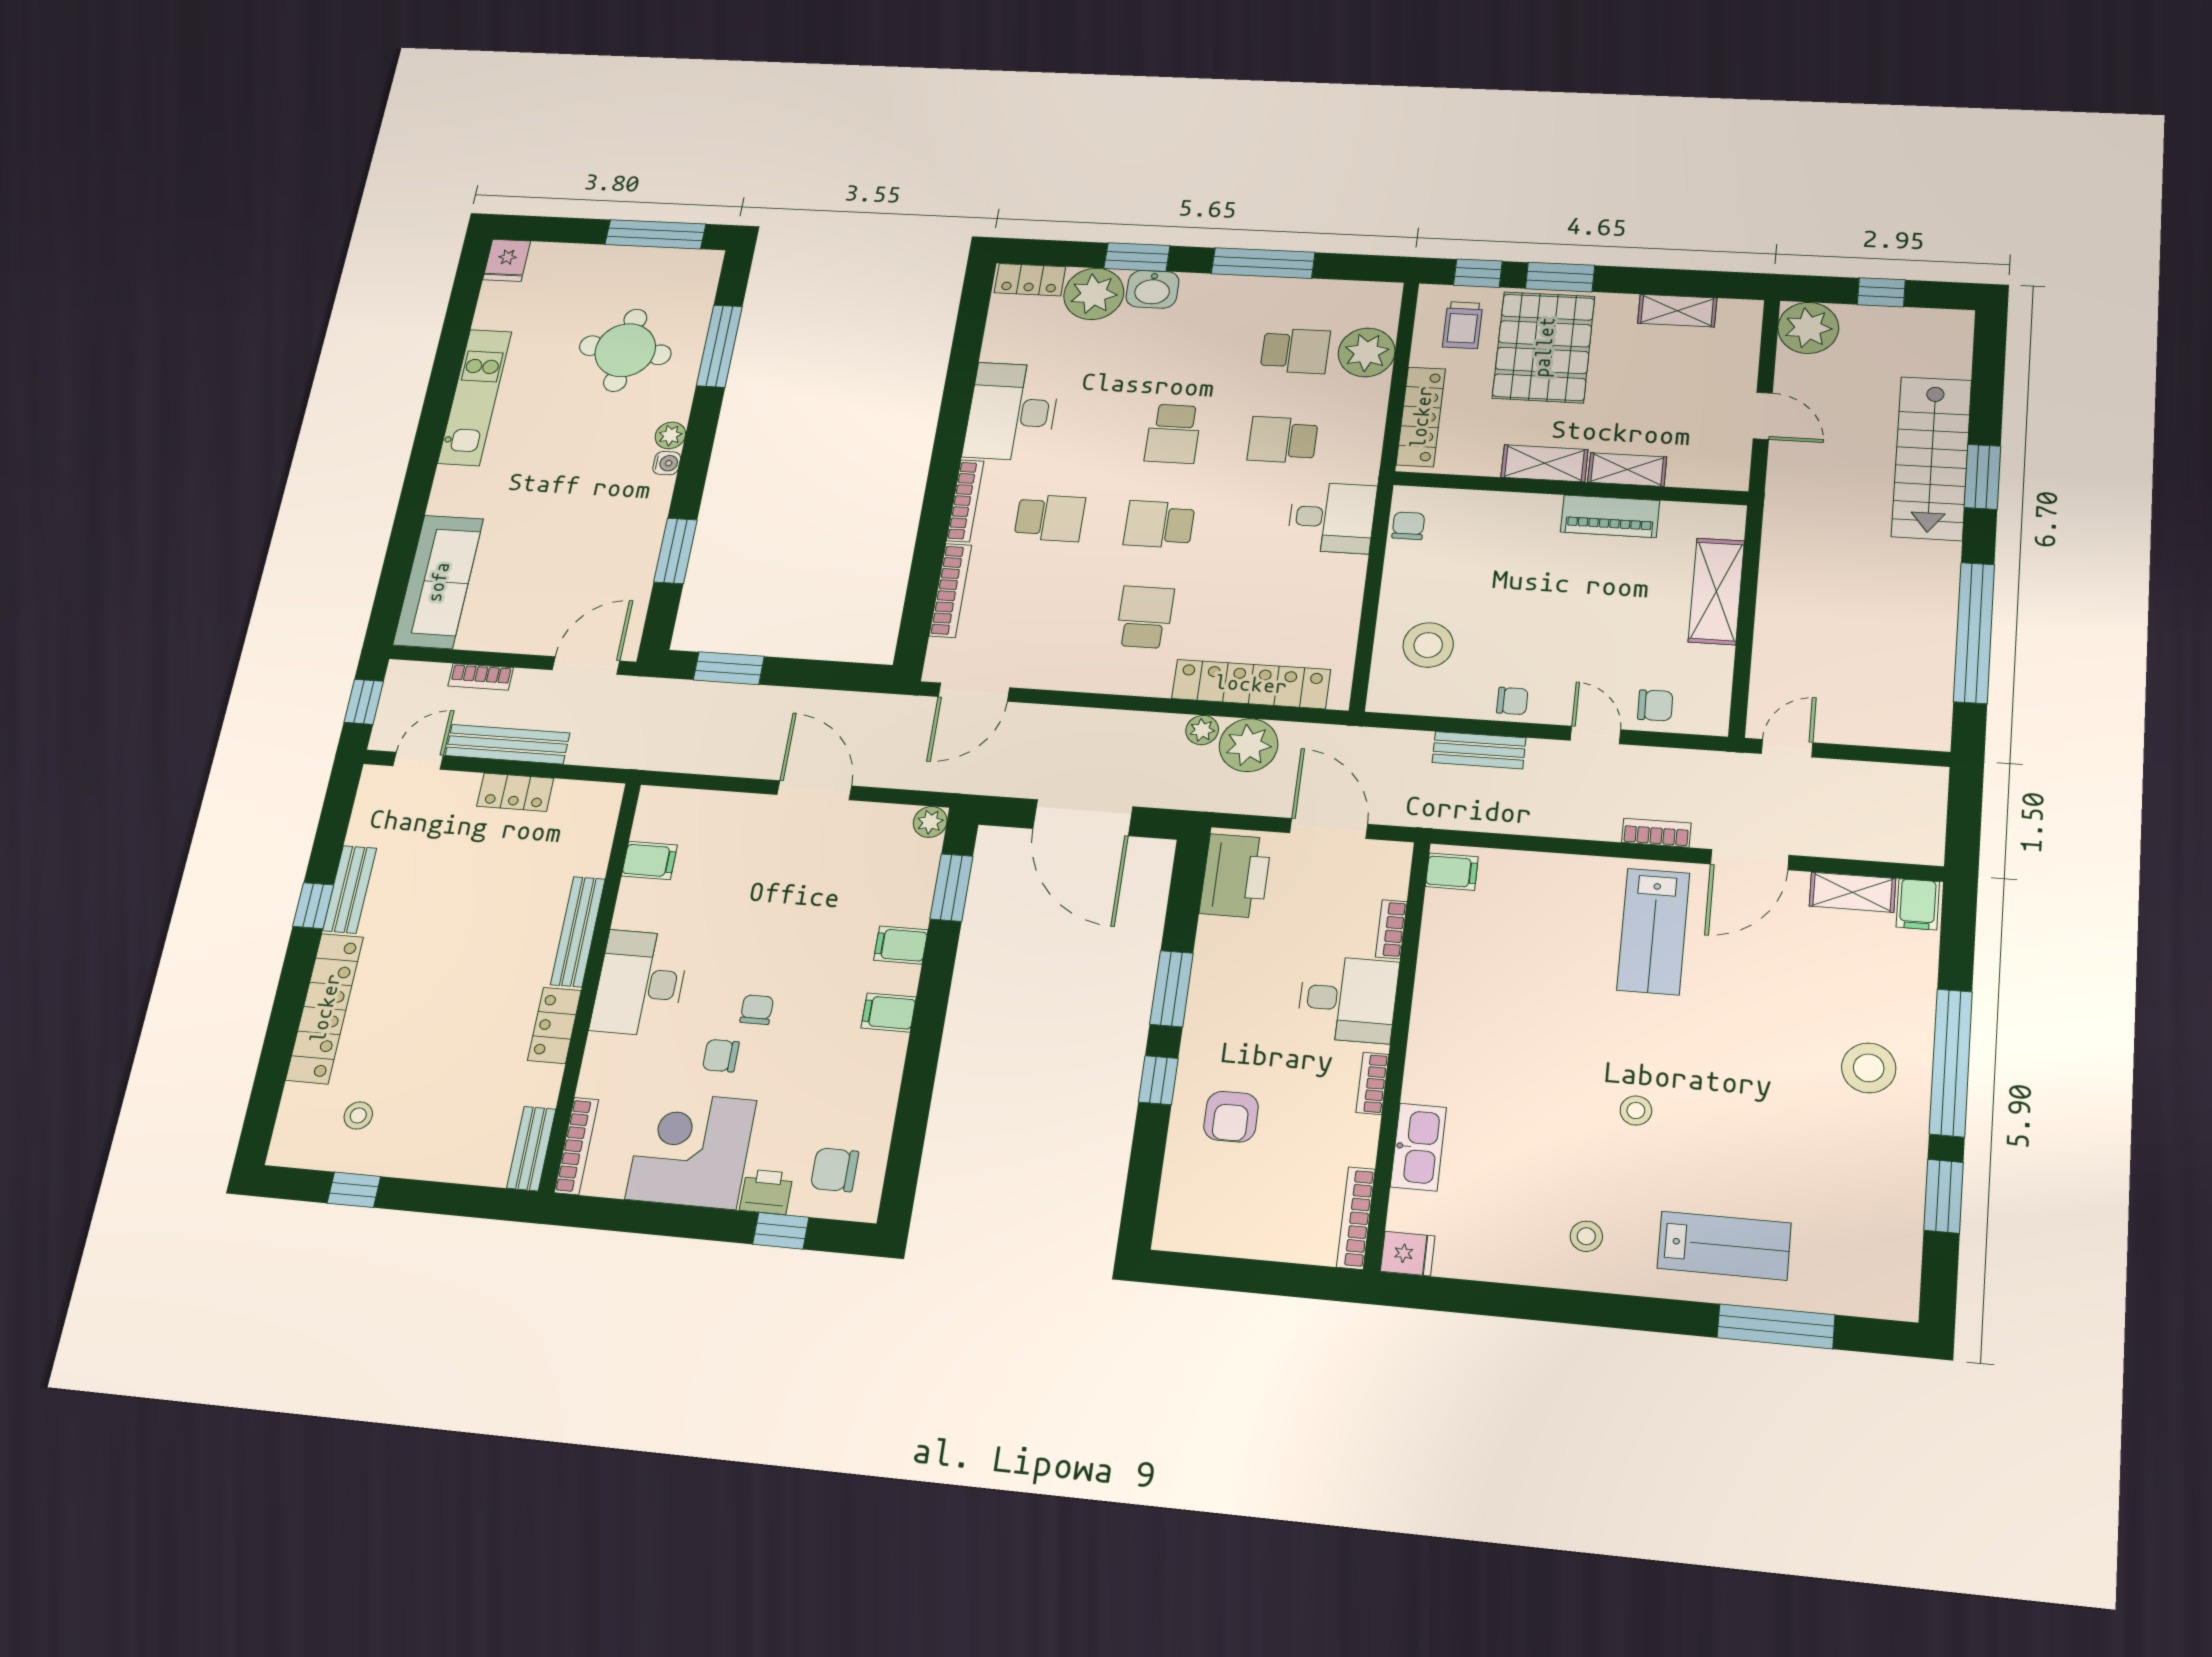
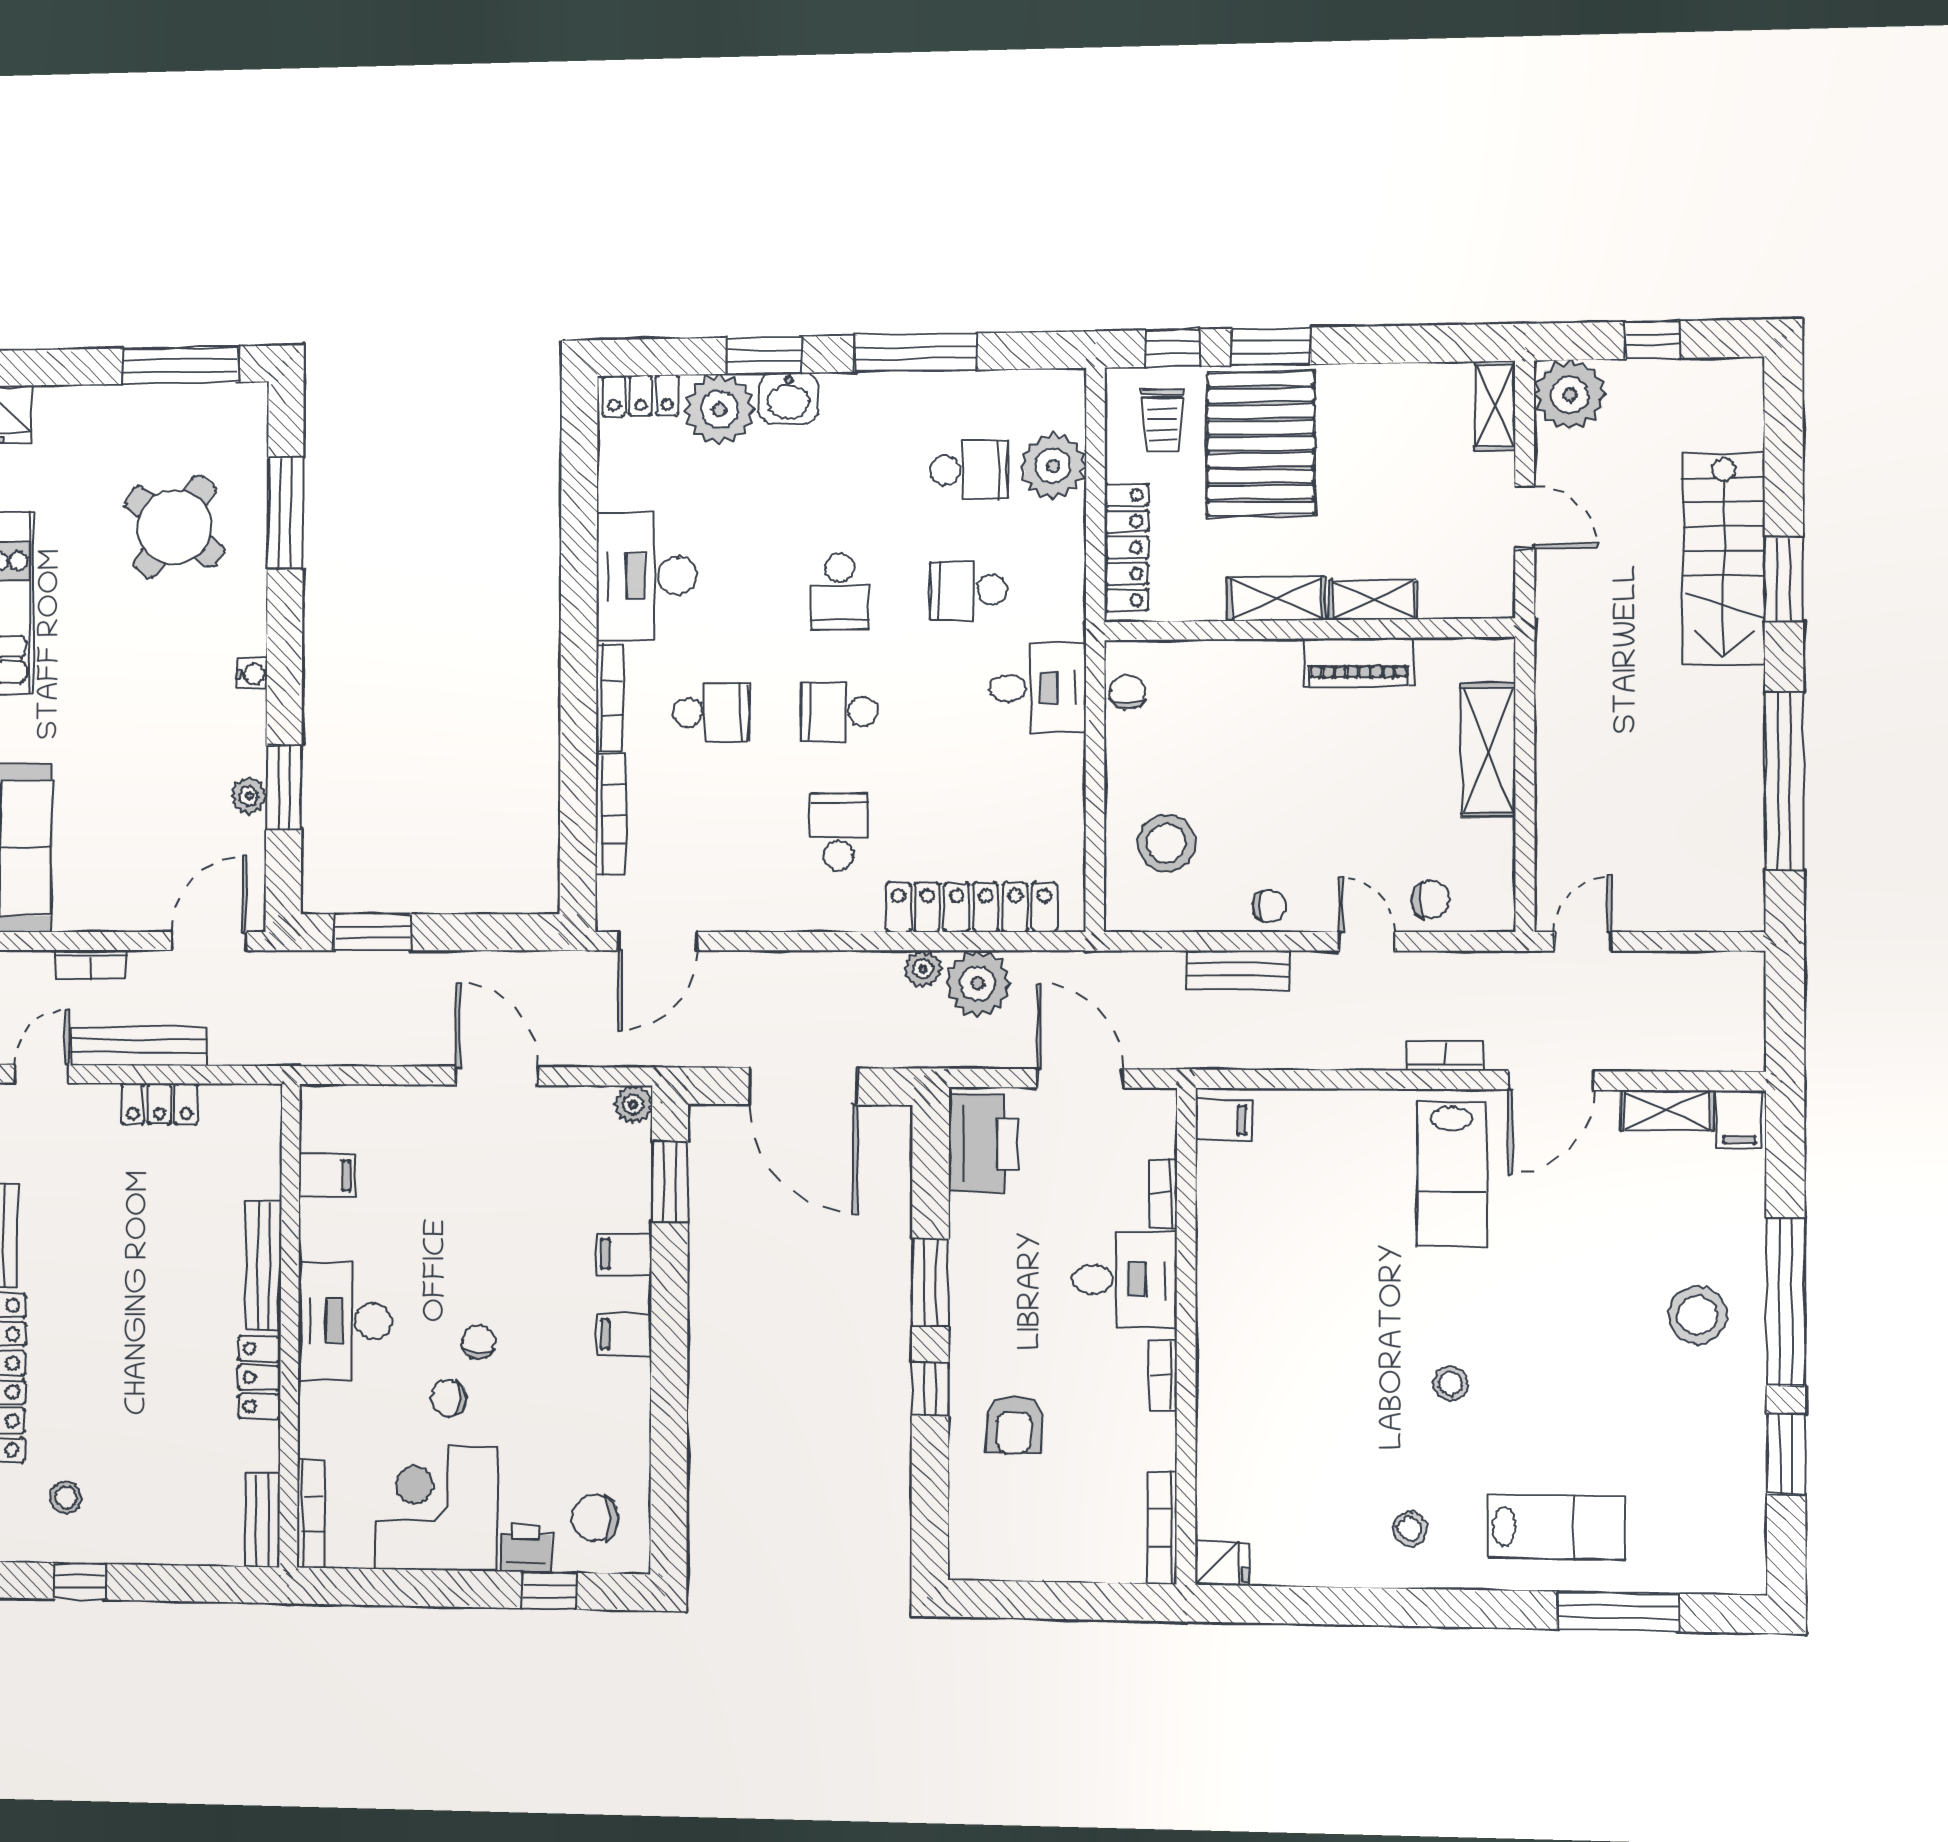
shelving: (1677, 311) -> (1495, 406), moved, turned 90
round table: (625, 350) -> (174, 527), turned 31
plant: (670, 435) -> (249, 796), moved
kitchen sink: (1418, 1147) -> (1220, 1443), removed

